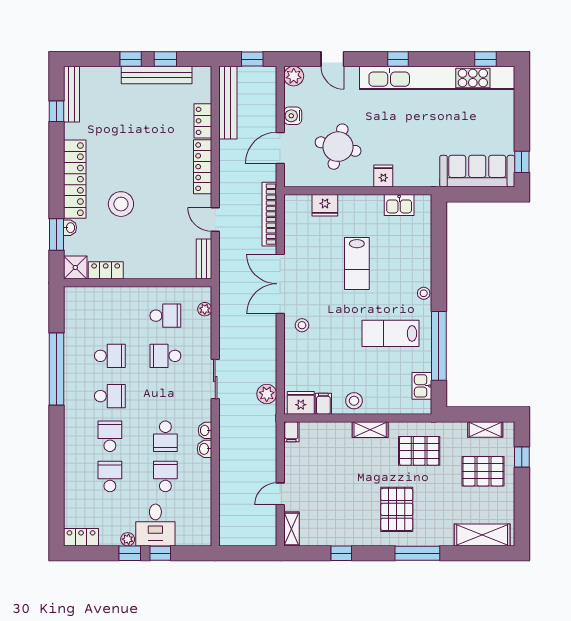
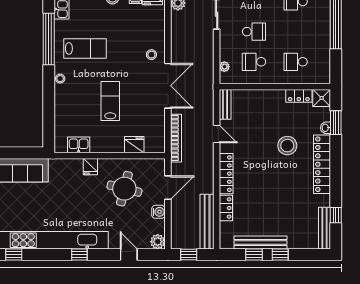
school desk: (110, 356) -> (296, 62), moved

